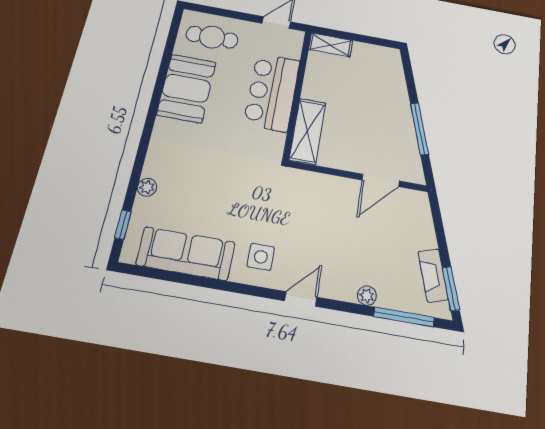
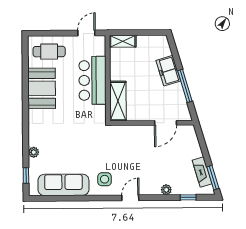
freezer: (396, 101) -> (168, 71), added
window: (404, 317) -> (188, 197), width x0.46

